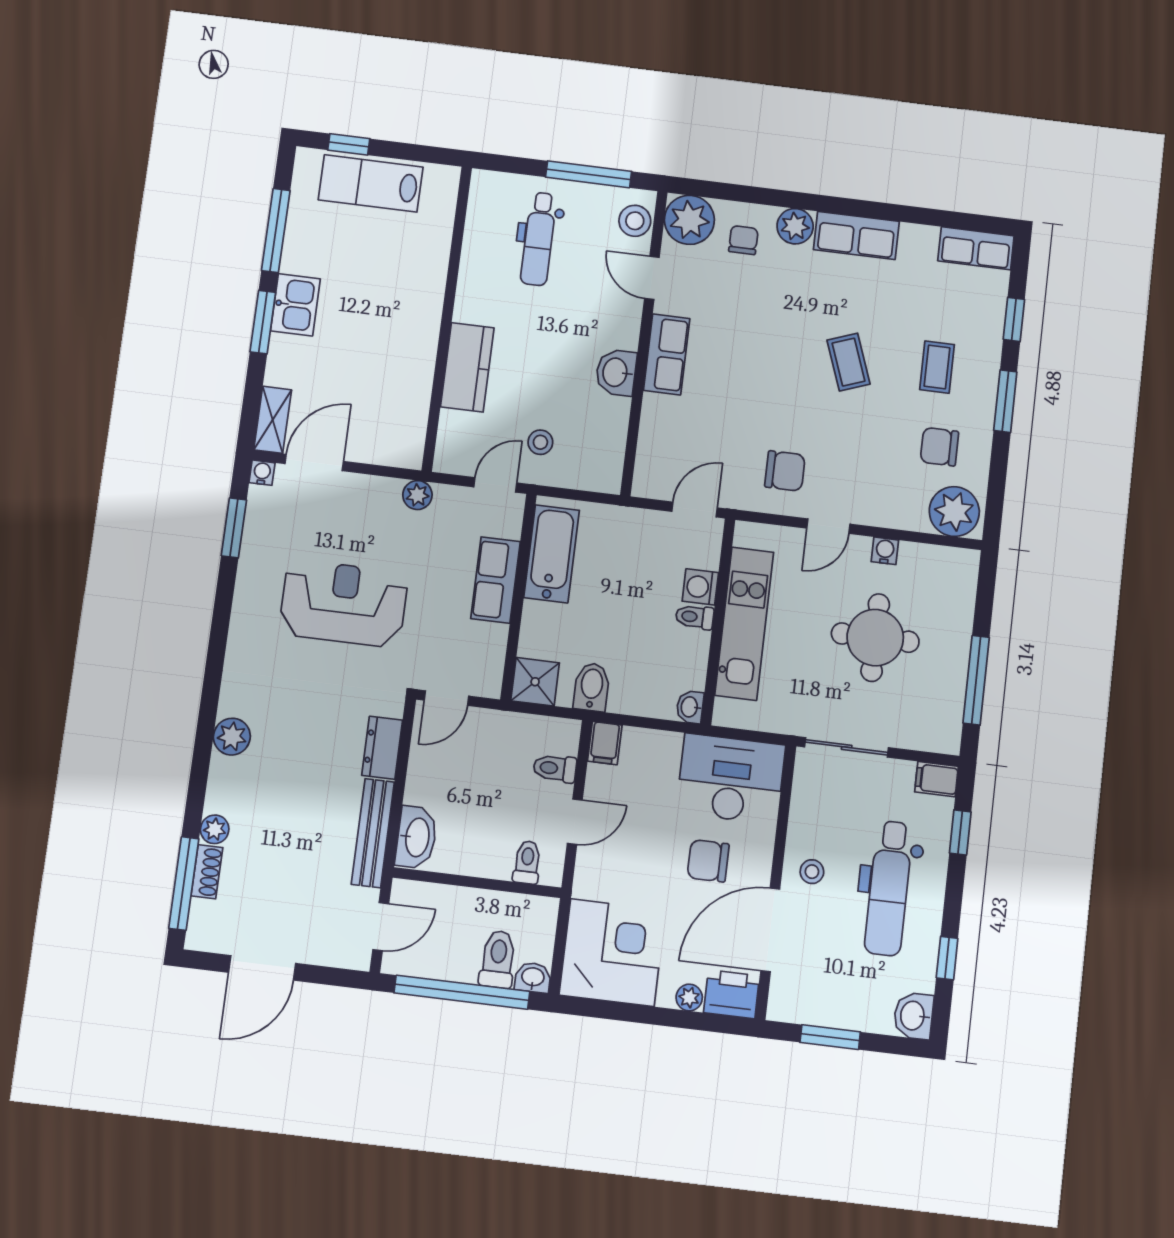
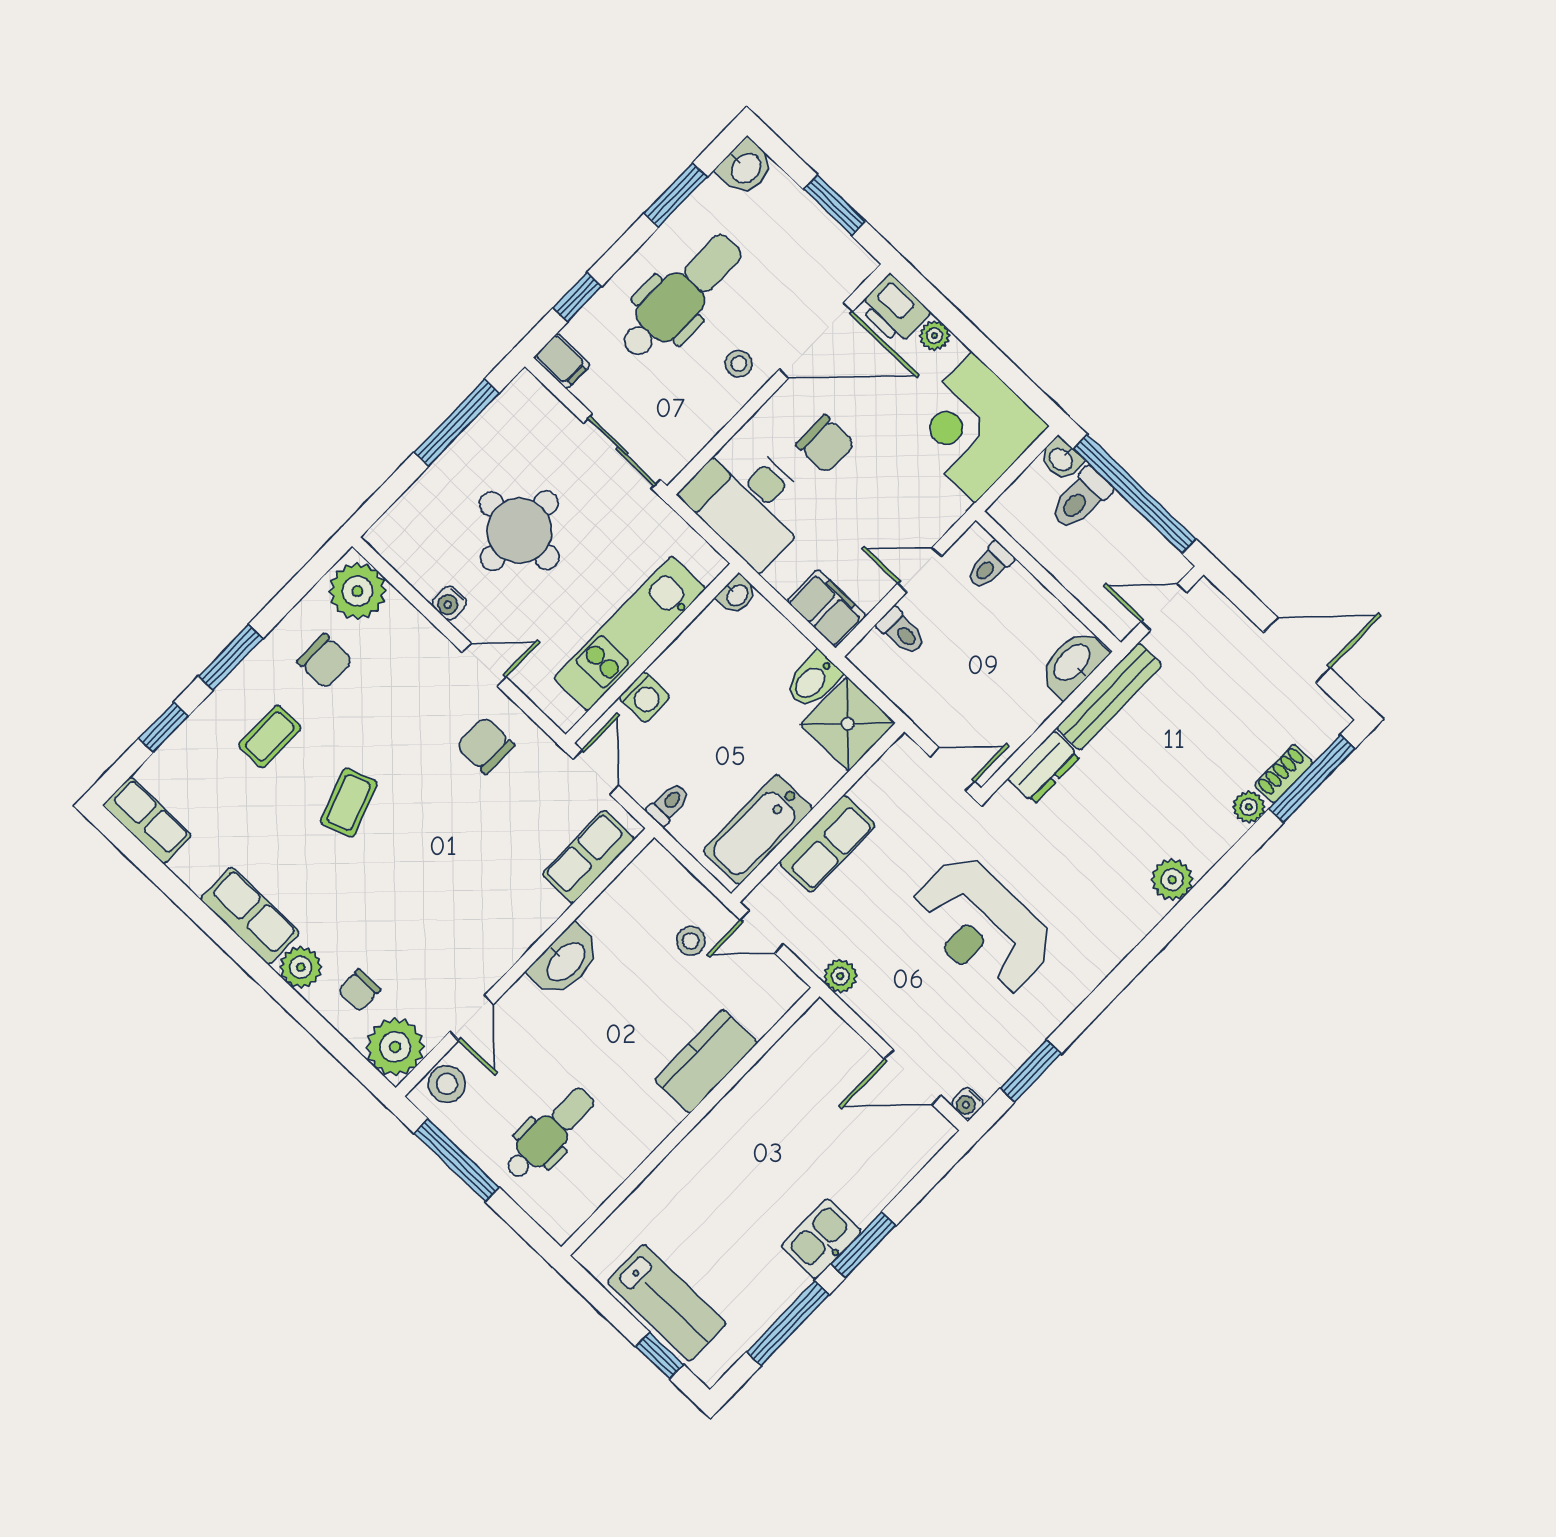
row of seats: (667, 354) -> (588, 857), moved
washbasin: (616, 372) -> (565, 961), width x1.38
shelving: (273, 420) -> (922, 1146), removed
door: (695, 510) -> (596, 772), swing flipped
toilet: (695, 617) -> (668, 804), moved, turned -90
shower: (535, 682) -> (848, 724), width x1.36, depth x1.36
filing cabinet: (605, 743) -> (827, 609), width x2.00
window: (947, 958) -> (676, 195), width x1.50

